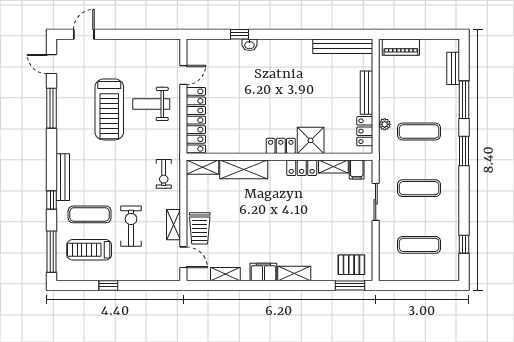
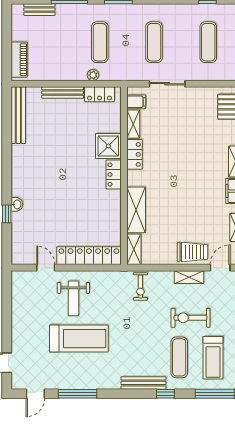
exercise bike: (164, 174) -> (140, 286), turned 90

